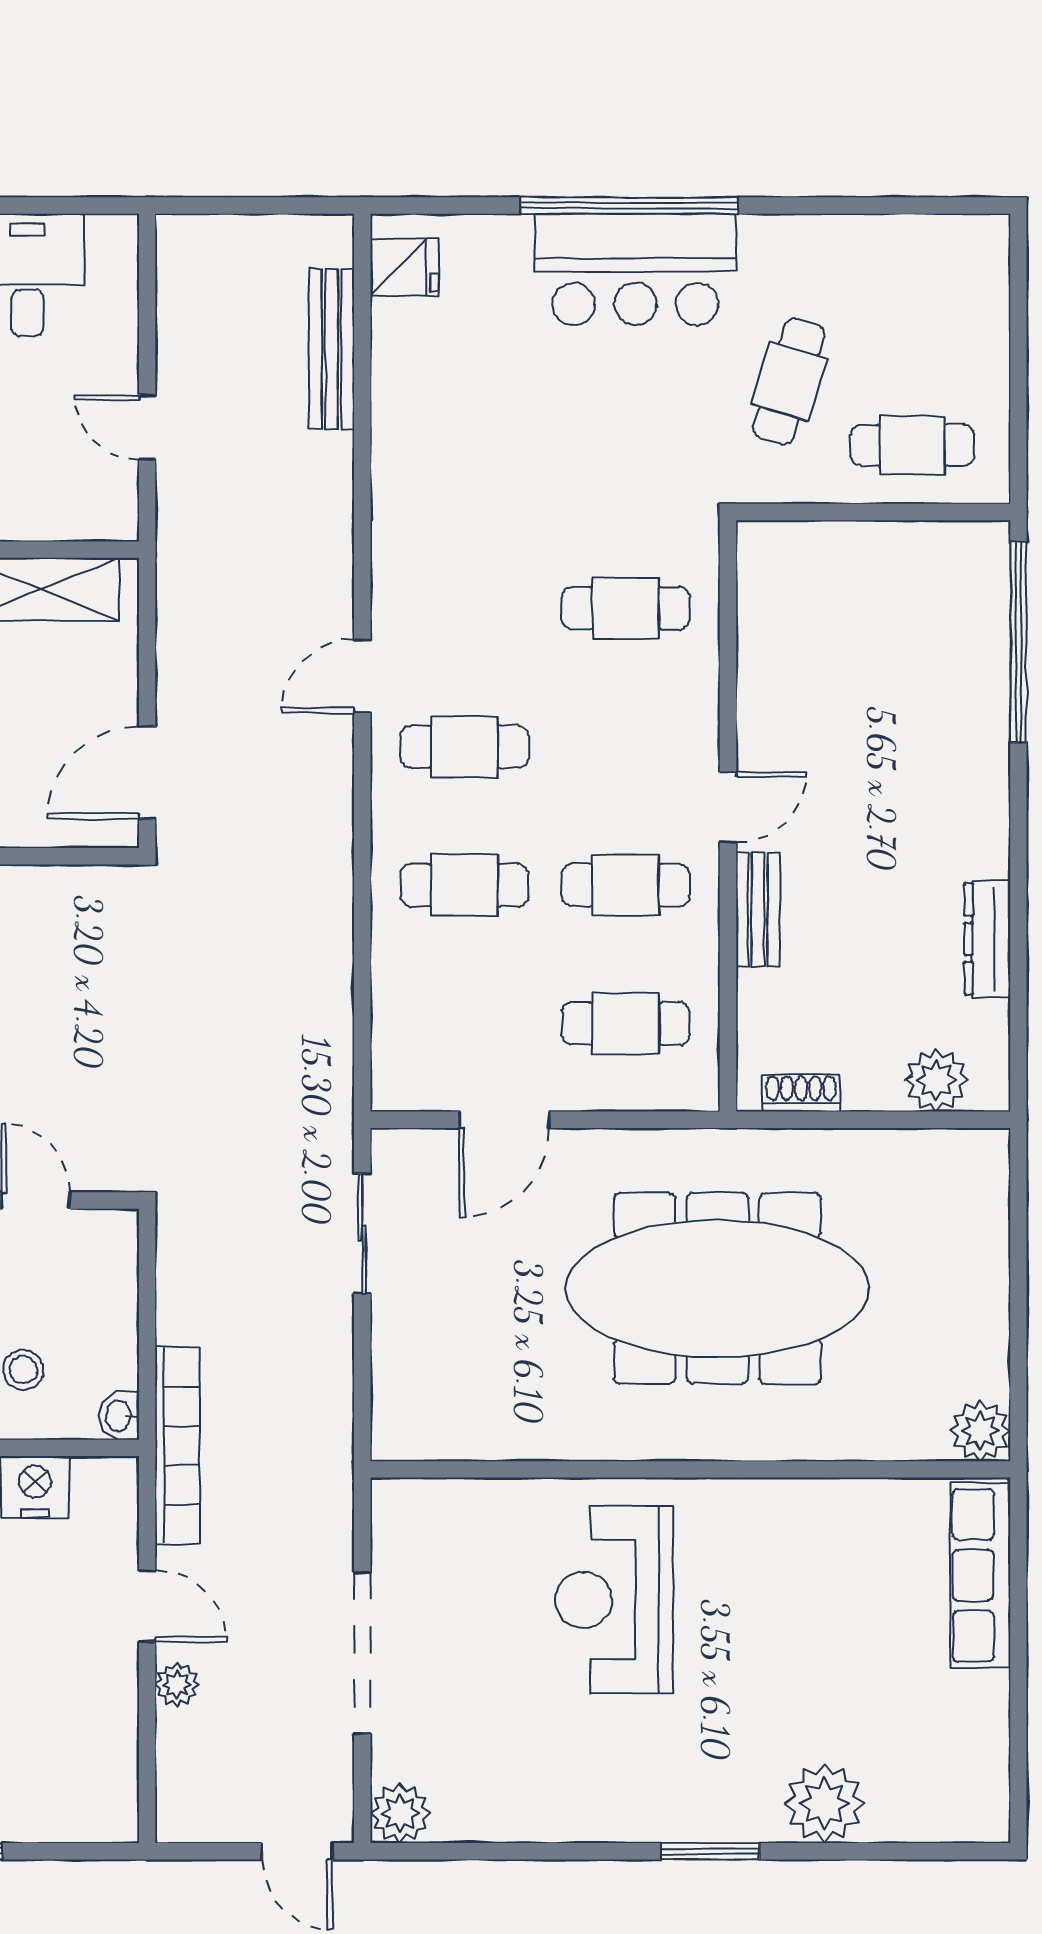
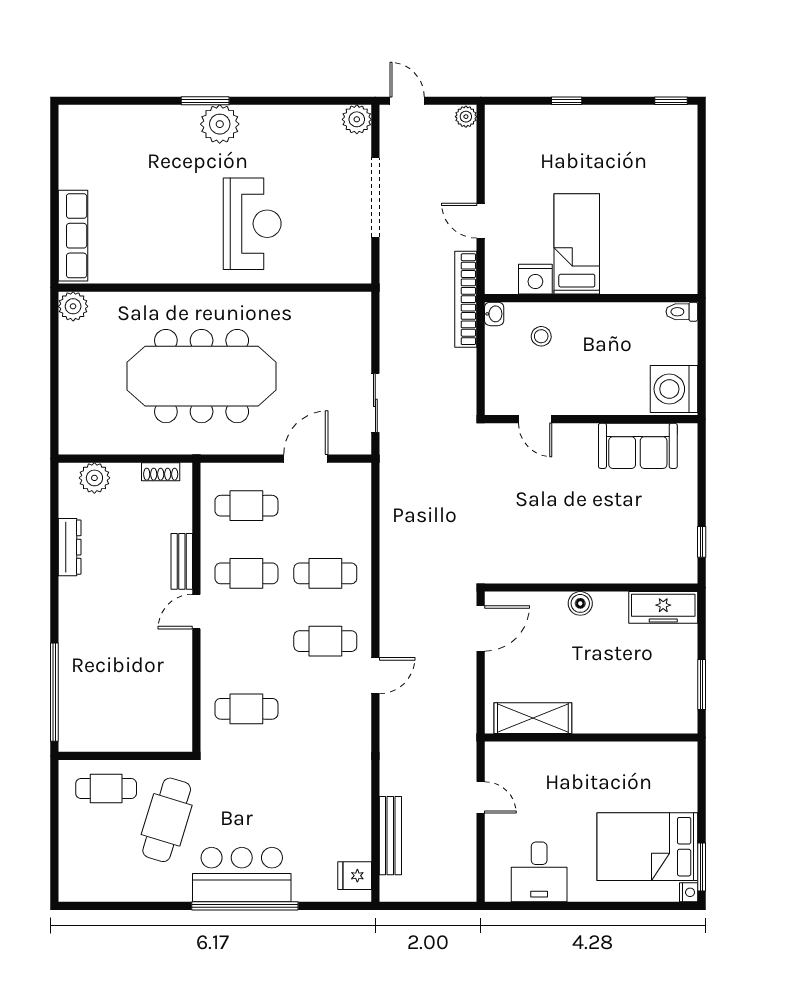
cafe table: (789, 381) -> (167, 820), width x1.37, depth x1.35
plant: (177, 1685) -> (466, 117), moved
plant: (824, 1803) -> (220, 124), moved

